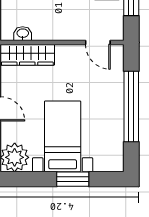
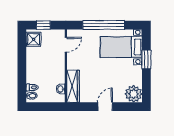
bed with nightstands: (63, 136) -> (121, 47), moved

